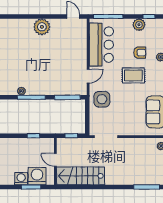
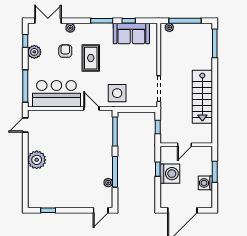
washing machine: (37, 176) -> (170, 174), moved, turned 180
stairs: (81, 176) -> (202, 97), moved

